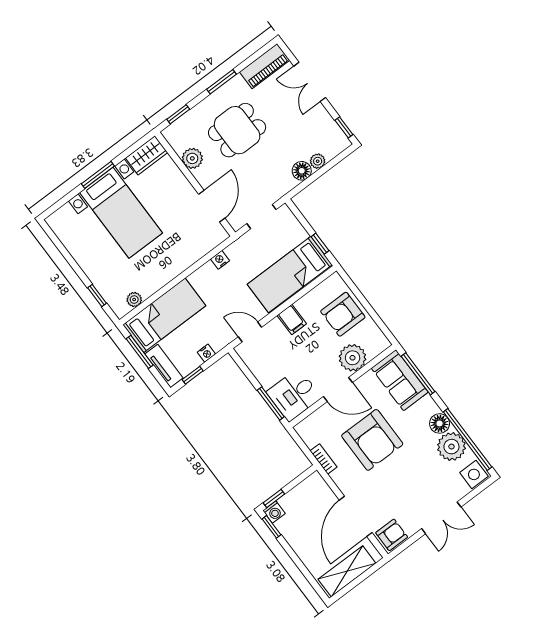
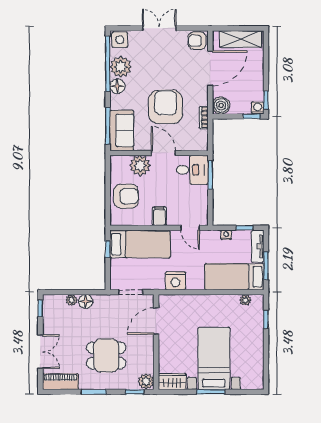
plant: (192, 158) -> (146, 381), moved
nightstand: (220, 260) -> (176, 281), width x1.89, depth x1.79
boiler: (315, 486) -> (221, 106), added

